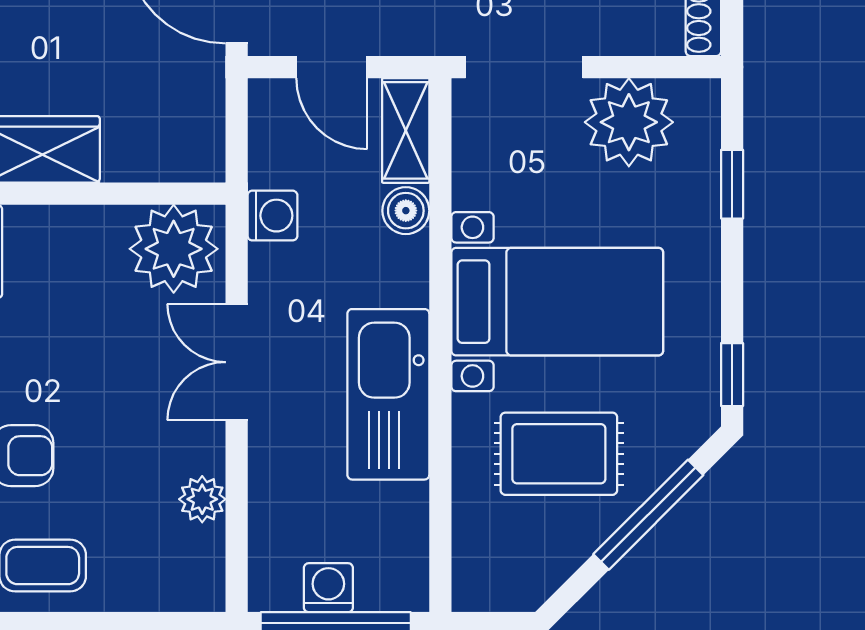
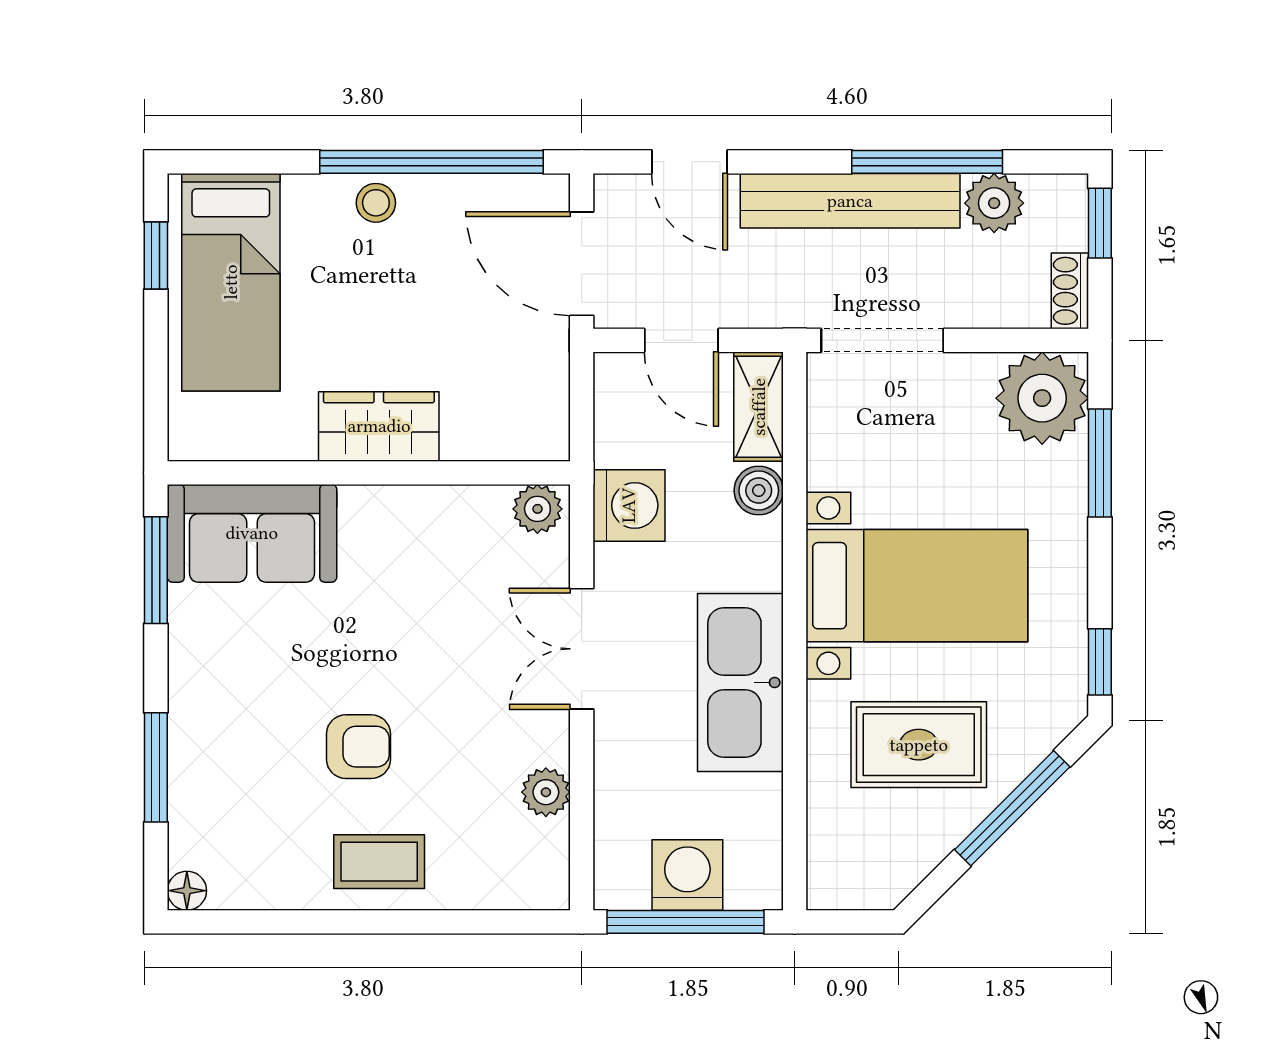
plant: (629, 122) -> (1042, 398), moved
window: (732, 184) -> (1100, 463), width x1.50
washing machine: (272, 216) -> (629, 505), width x1.38, depth x1.38
plant: (174, 249) -> (537, 509), width x0.53, depth x0.53
washing machine: (328, 588) -> (687, 875), width x1.38, depth x1.38

